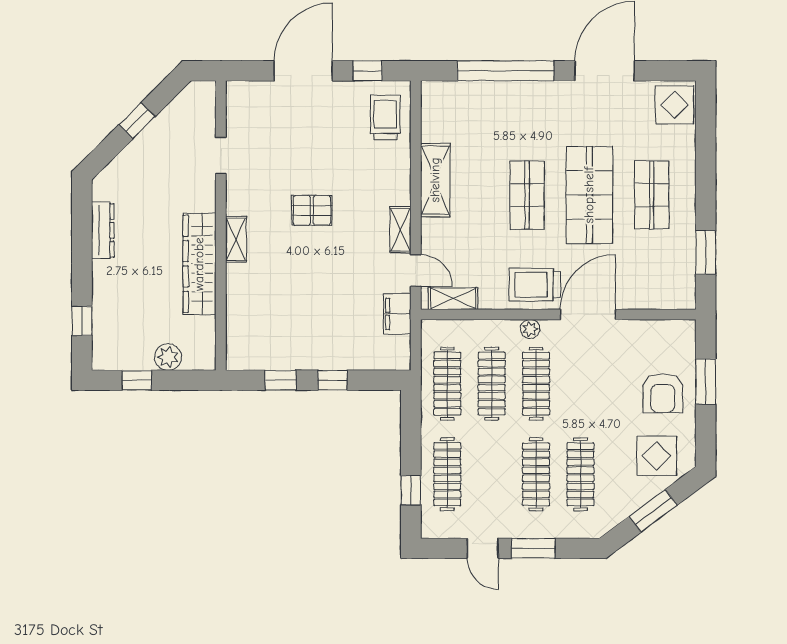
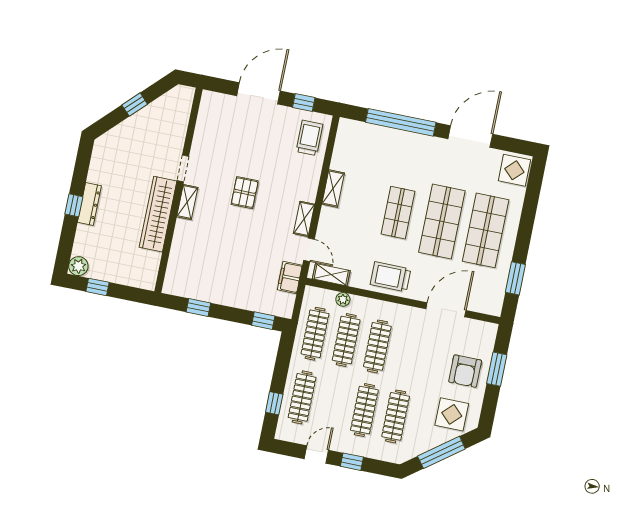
doorway: (221, 155) -> (183, 168), moved
shelving: (435, 180) -> (333, 189), width x0.67, depth x0.75
shop shelf: (652, 195) -> (486, 230), width x1.43, depth x1.36
pallet: (312, 210) -> (245, 193), turned 90
dresser: (103, 230) -> (89, 204), moved
door: (588, 314) -> (446, 310), moved
window: (82, 321) -> (74, 205), moved
plant: (530, 329) -> (343, 299), moved
plant: (168, 357) -> (78, 266), moved
window: (333, 380) -> (263, 321), moved
window: (653, 511) -> (441, 452), width x1.44
door: (483, 548) -> (316, 454), swing flipped
window: (533, 548) -> (352, 462), width x0.67

